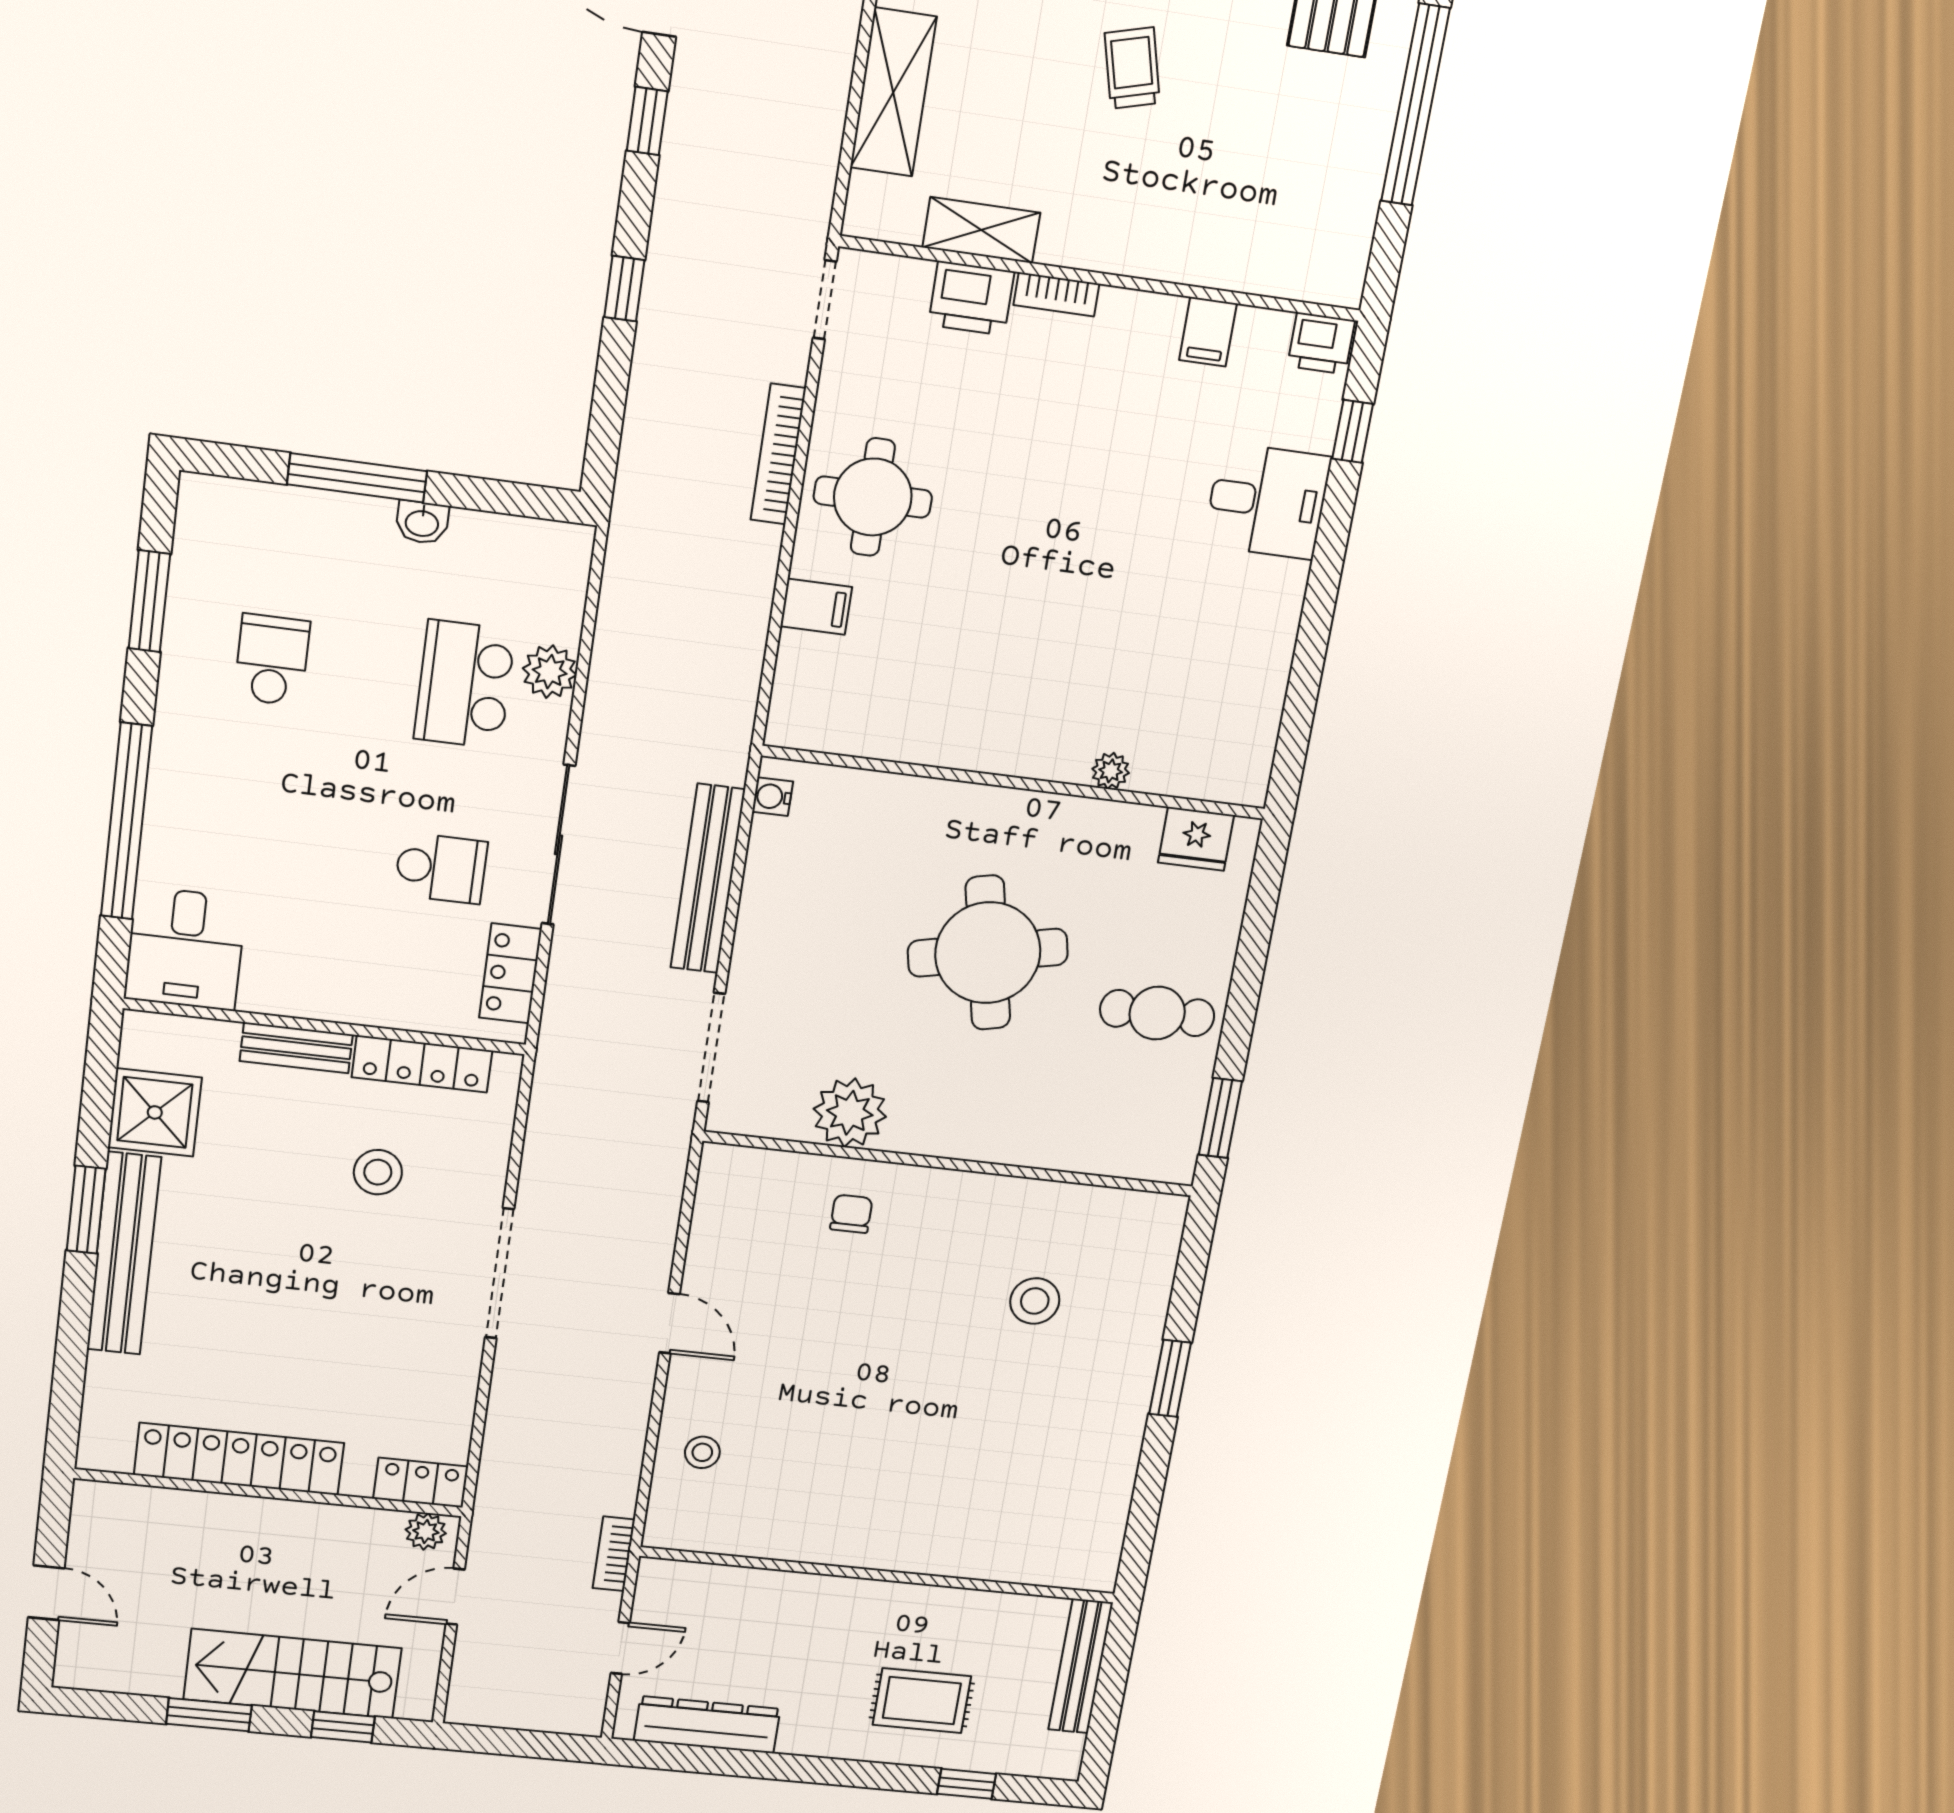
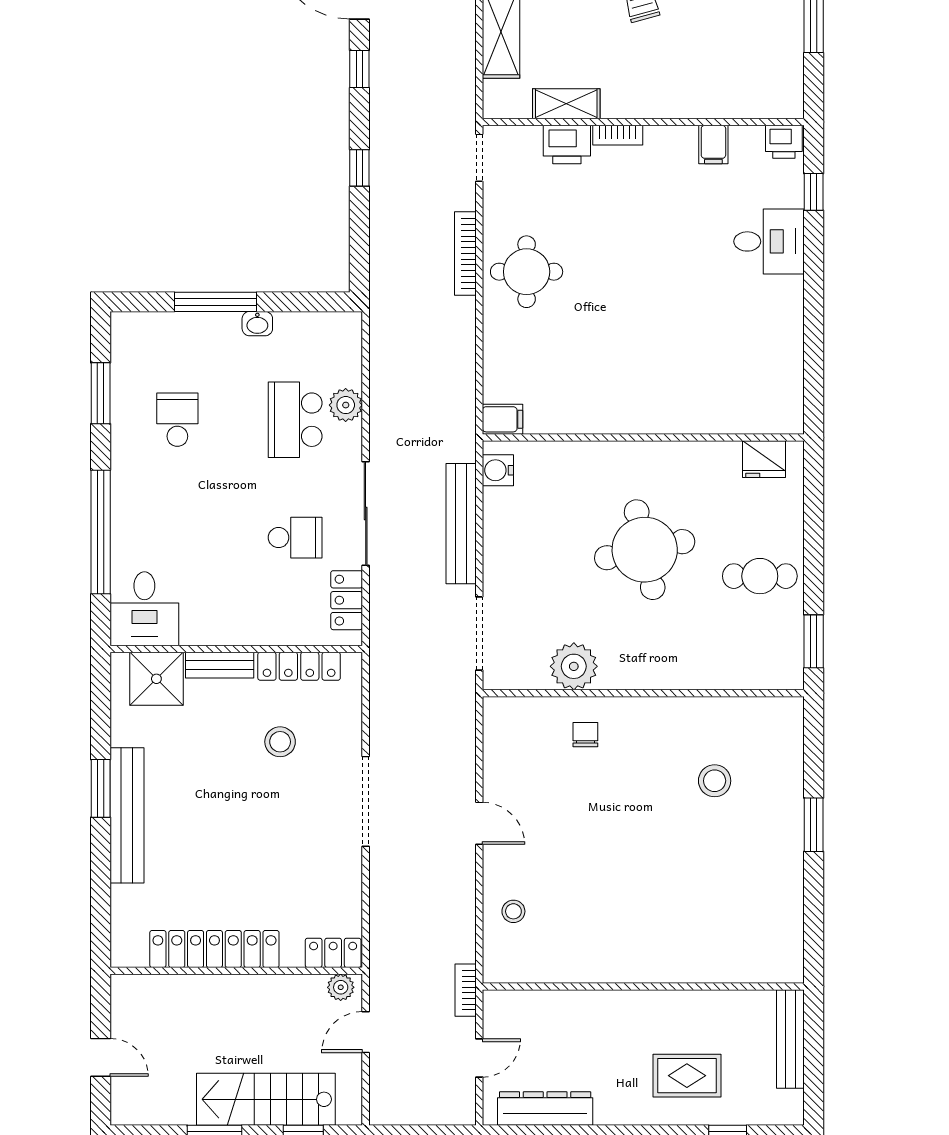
filing cabinet: (816, 607) -> (502, 419), moved
plant: (1111, 771) -> (702, 423), removed
water cooler: (773, 797) -> (498, 470), width x1.38, depth x1.38
shower: (155, 1112) -> (156, 679), moved

